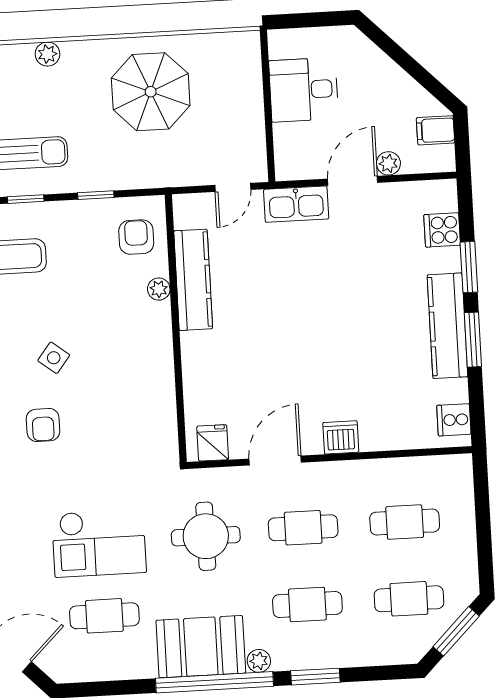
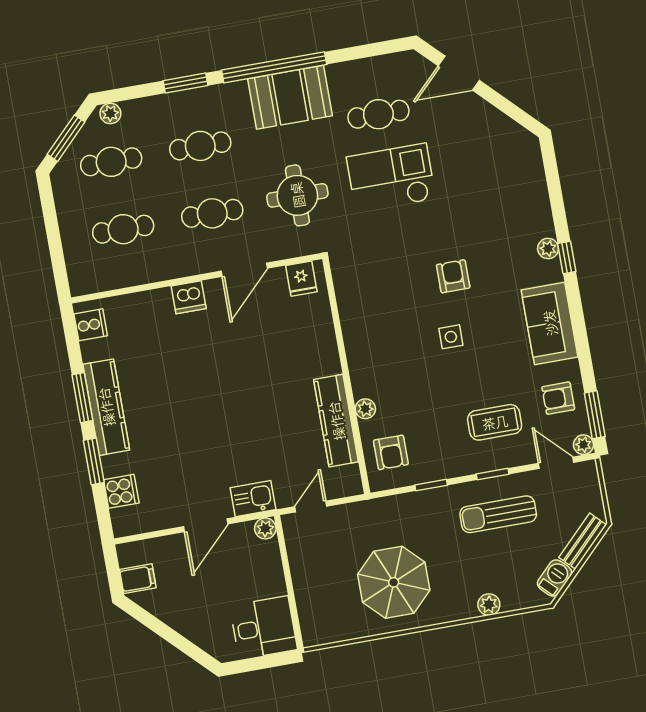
desk: (304, 90) -> (263, 628), moved
plant: (388, 163) -> (265, 528), moved
kitchen sink: (296, 204) -> (253, 499), width x0.73
side table: (54, 358) -> (451, 337), turned -38
plant: (259, 661) -> (110, 113), moved

